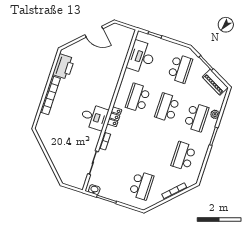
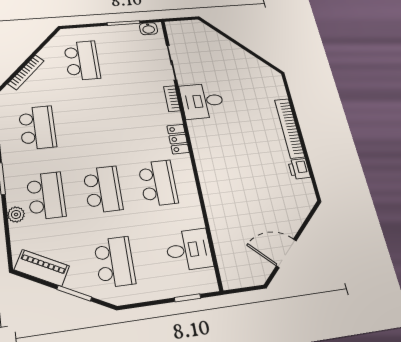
desk: (141, 57) -> (189, 250), width x0.73
printer: (64, 67) -> (299, 169), width x0.53, depth x0.68
school desk: (180, 69) -> (115, 262), turned 180
desk: (94, 117) -> (202, 101), moved
school desk: (196, 117) -> (46, 196), turned 180
school desk: (141, 185) -> (82, 60), turned 180

